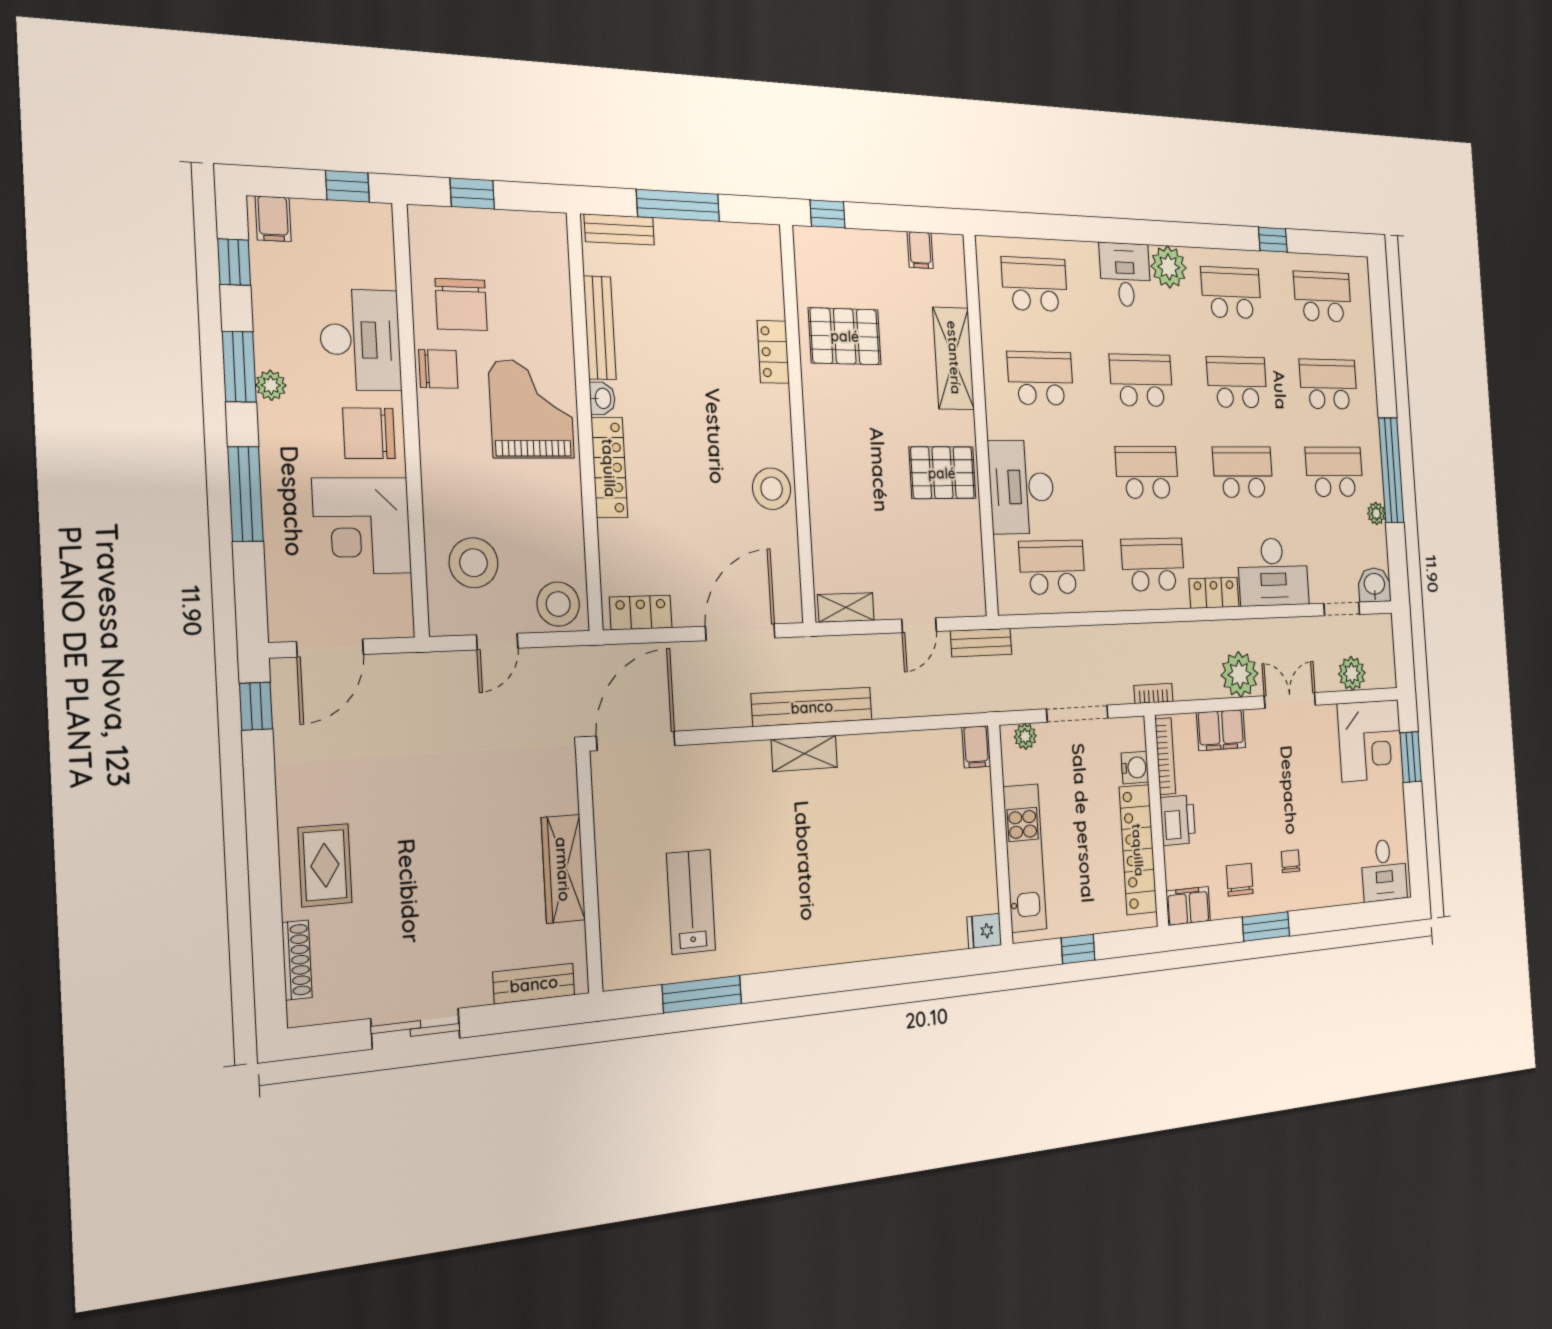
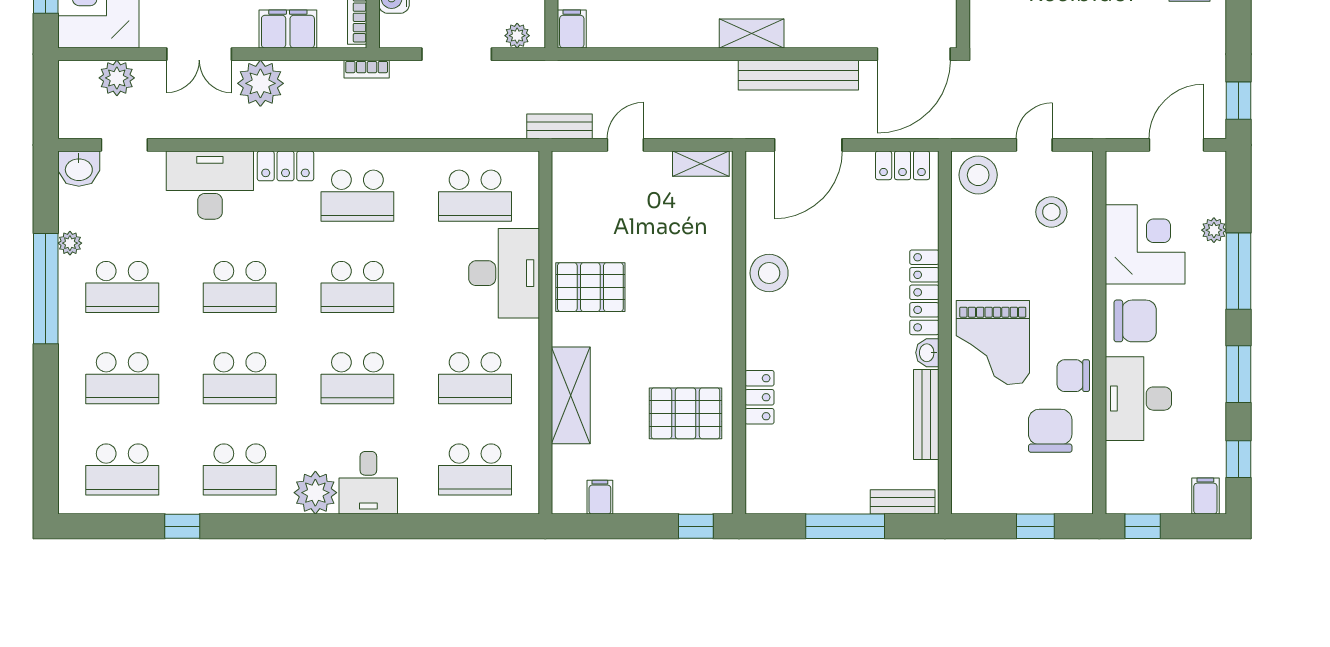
plant: (271, 385) -> (1214, 230), moved
stool: (474, 563) -> (1051, 212), width x0.73, depth x0.73
bench: (812, 707) -> (798, 75), moved

